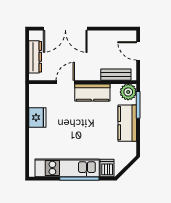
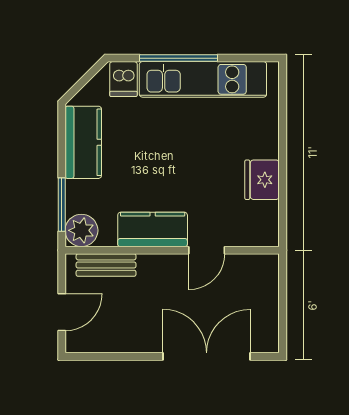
door: (138, 51) -> (62, 312), hinge flipped
dresser: (35, 57) -> (267, 300), removed
kitchen counter: (127, 123) -> (83, 142), moved

